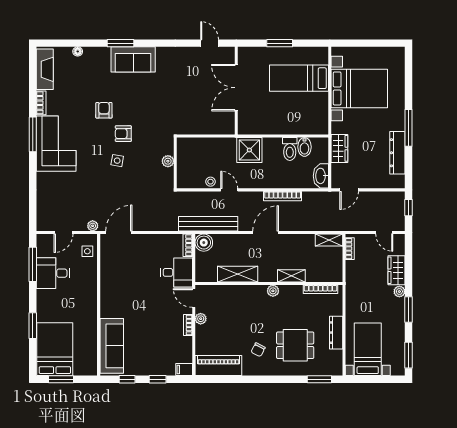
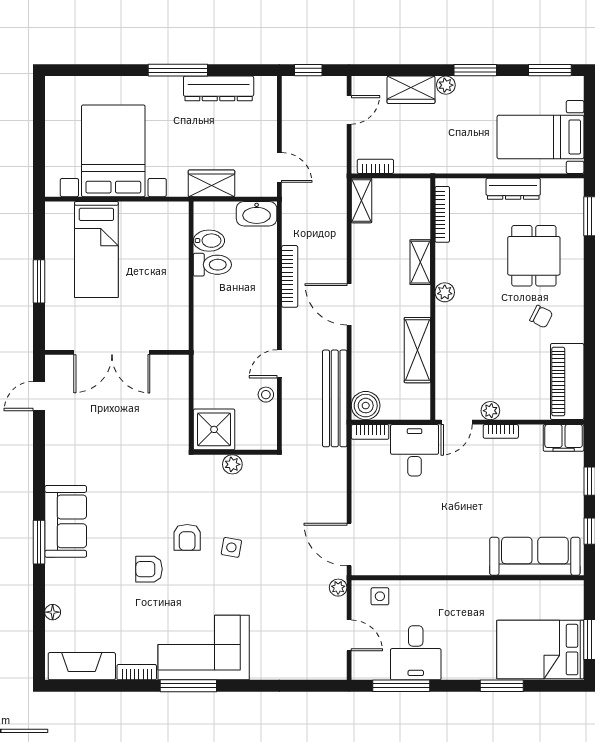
shower: (249, 150) -> (214, 429), moved
filing cabinet: (184, 370) -> (564, 438), width x2.00

